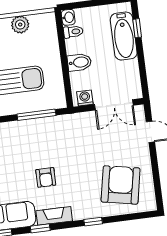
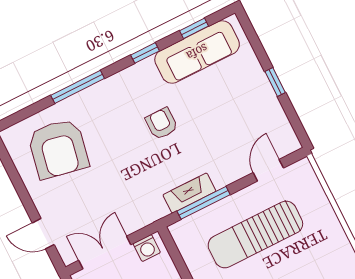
fireplace: (54, 216) -> (189, 193), moved, turned 180
window: (93, 222) -> (78, 87), width x2.17

